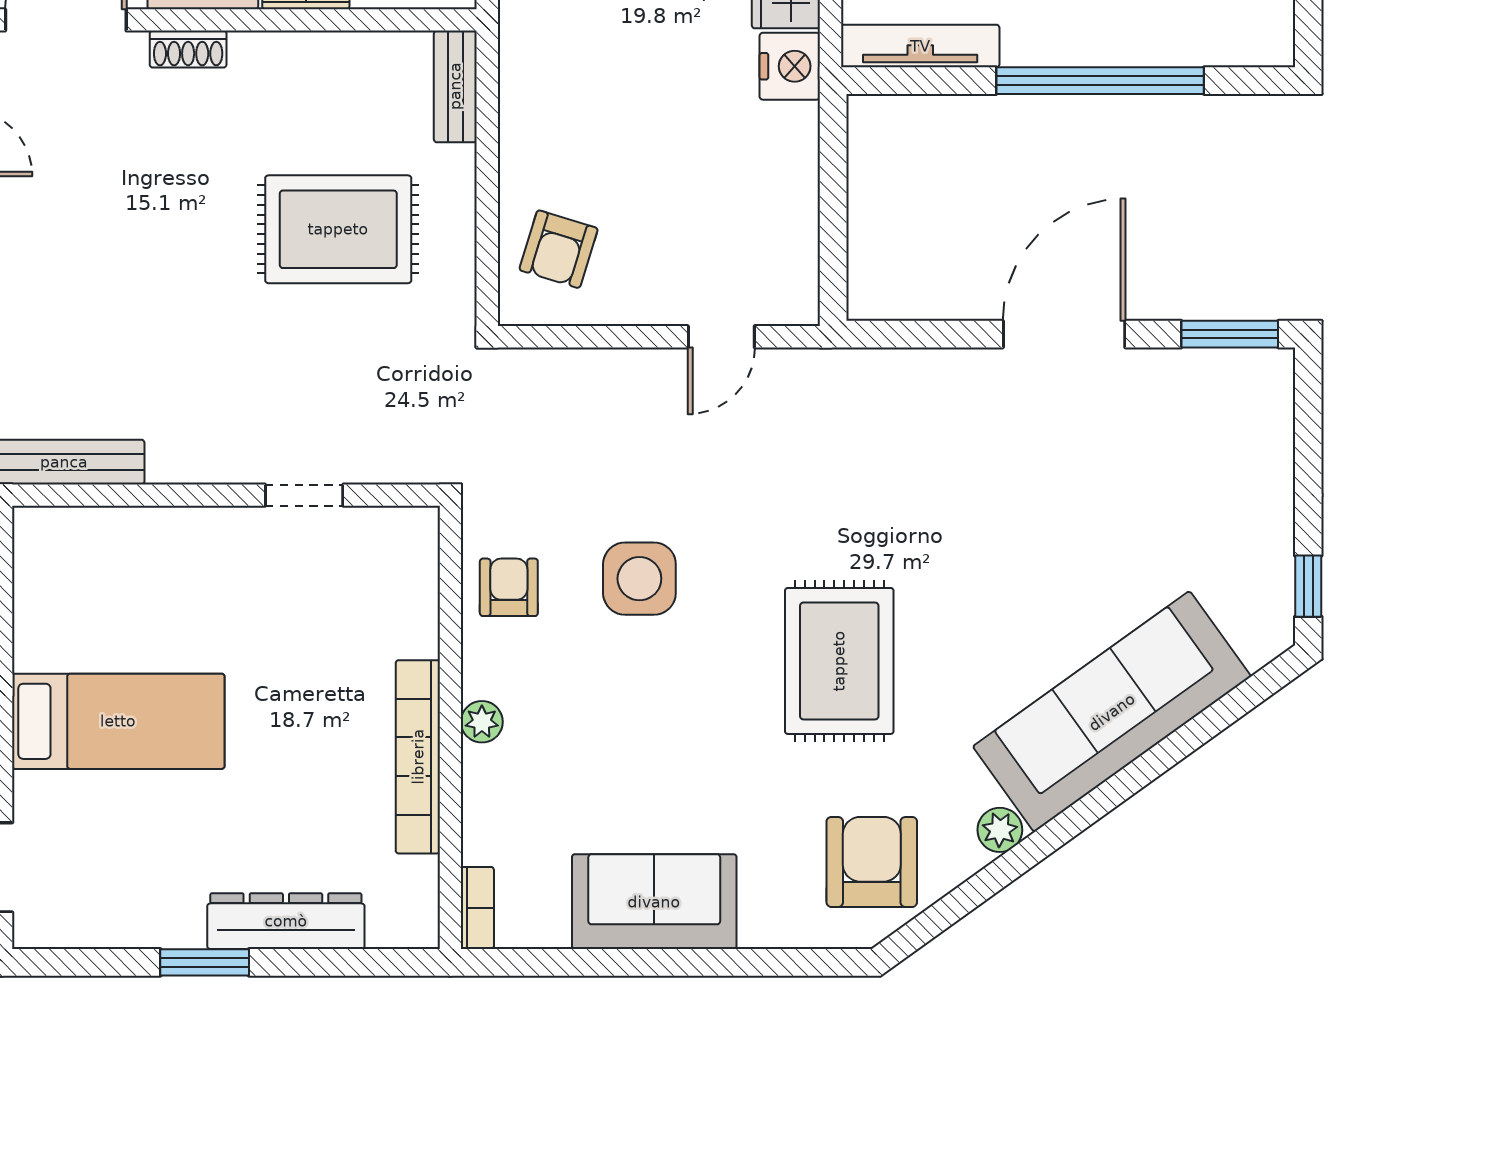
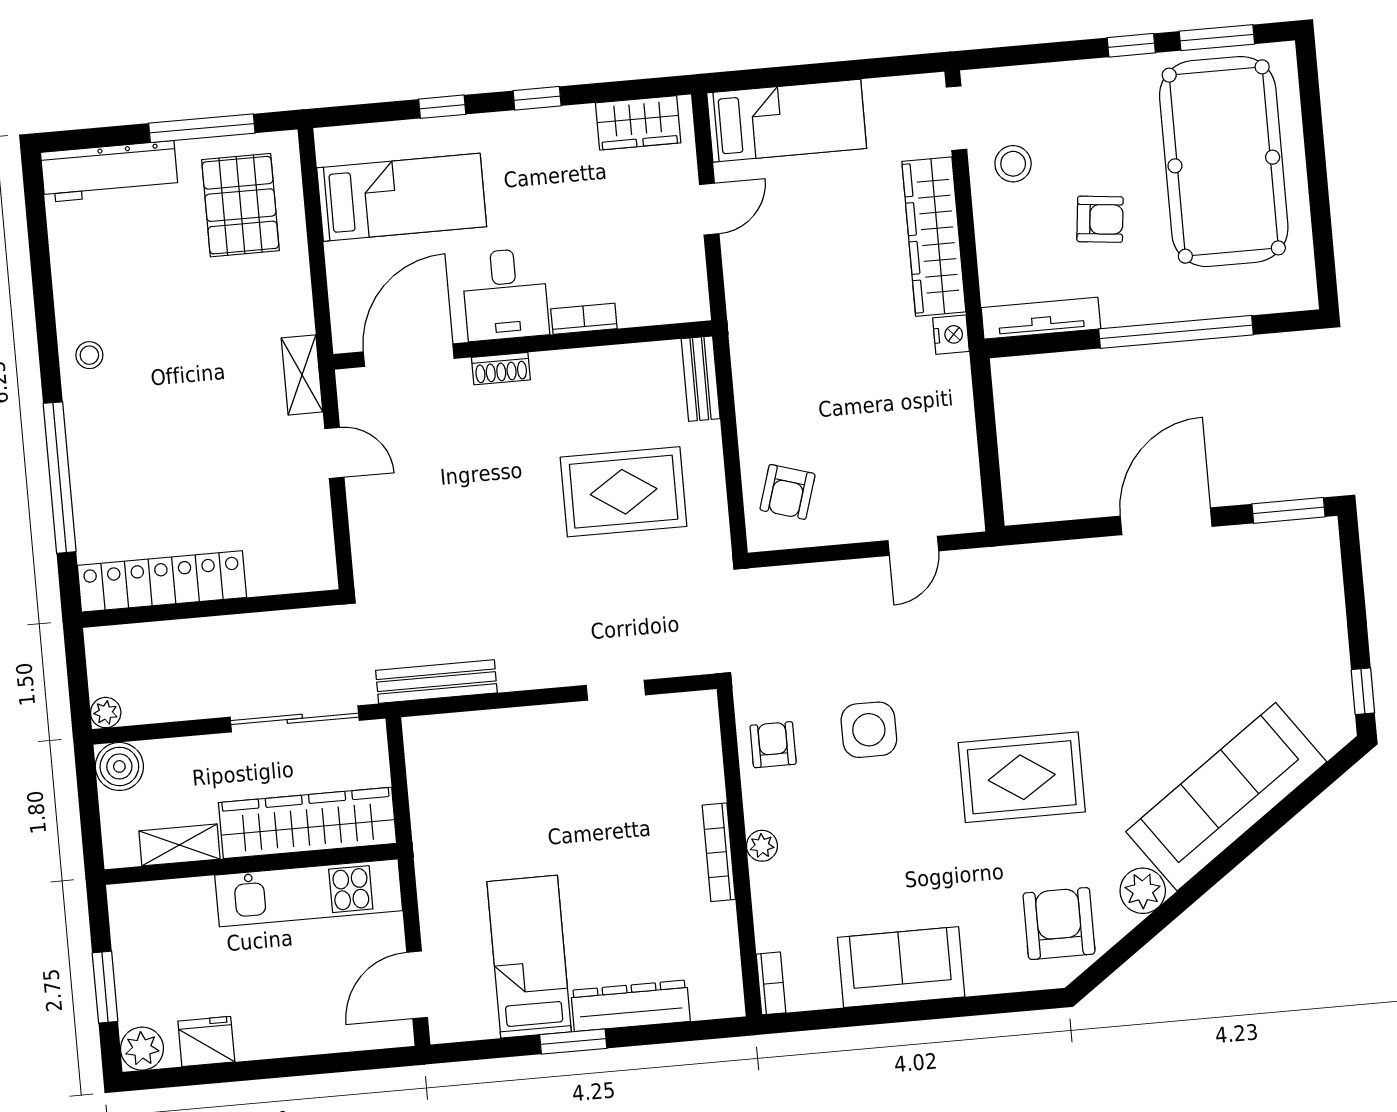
nightstand: (790, 66) -> (951, 335), width x0.74, depth x0.75
rug: (839, 661) -> (1022, 777), turned 90
bed: (118, 721) -> (529, 957), moved, turned -90
bookcase: (418, 757) -> (719, 852), width x0.68, depth x0.76
plant: (1000, 830) -> (1143, 891), width x1.38, depth x1.38

